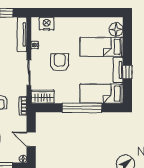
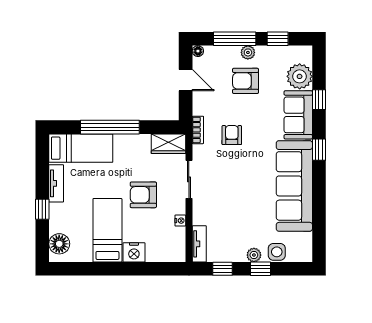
nightstand: (47, 24) -> (134, 252), moved
tv unit: (22, 34) -> (199, 244), width x0.71
bed: (102, 47) -> (107, 230), moved, turned -90
armchair: (60, 62) -> (143, 195), turned 90
window: (127, 72) -> (42, 209), moved

